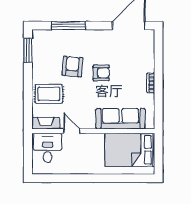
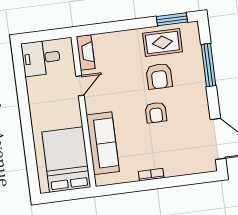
armchair: (72, 67) -> (159, 76), turned 85
rug: (49, 94) -> (162, 42), moved, turned 90
desk: (48, 148) -> (41, 58), moved, turned 180

